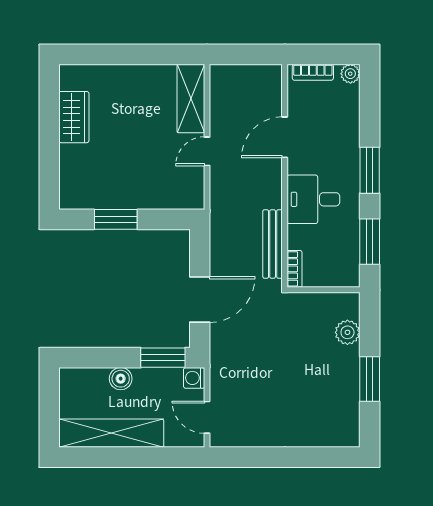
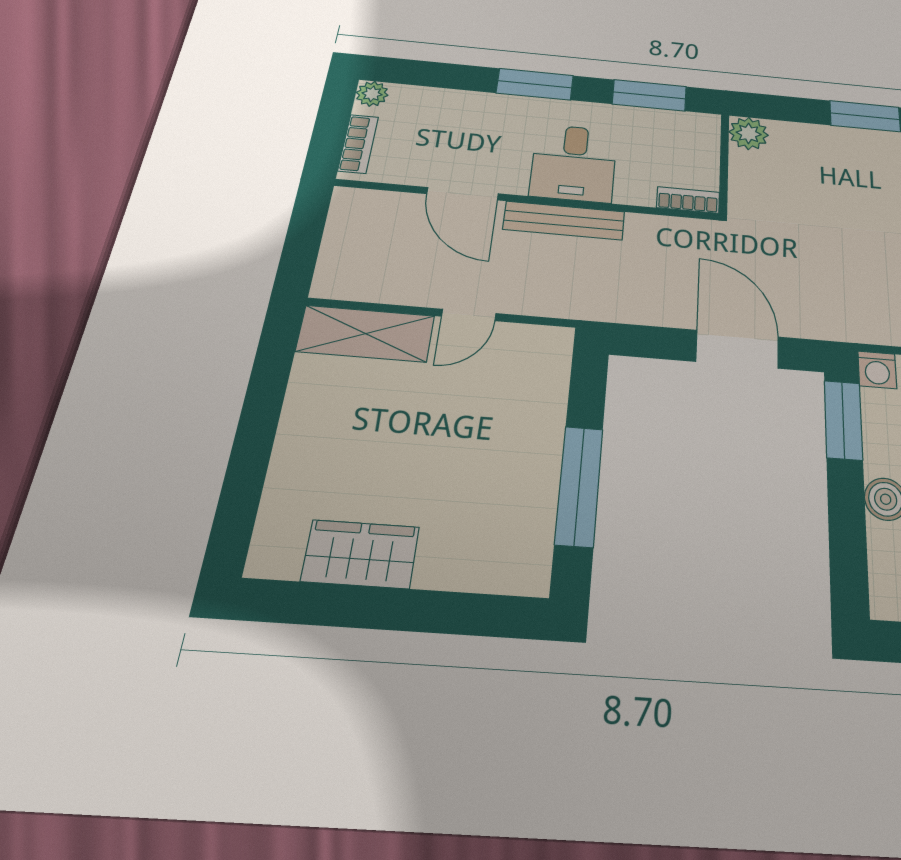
door: (207, 151) -> (469, 315), hinge flipped
window: (116, 219) -> (579, 486), width x1.44
bench: (273, 244) -> (564, 221), moved
plant: (347, 332) -> (749, 133), moved

